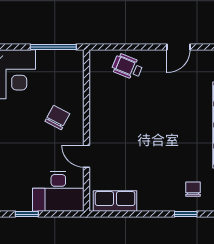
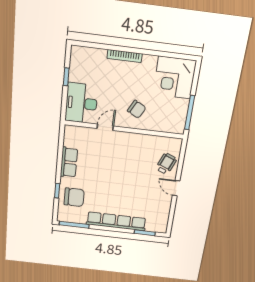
door: (179, 47) -> (176, 188), moved
chair: (193, 189) -> (74, 197), width x1.87, depth x1.87
row of seats: (115, 201) -> (69, 162), moved

